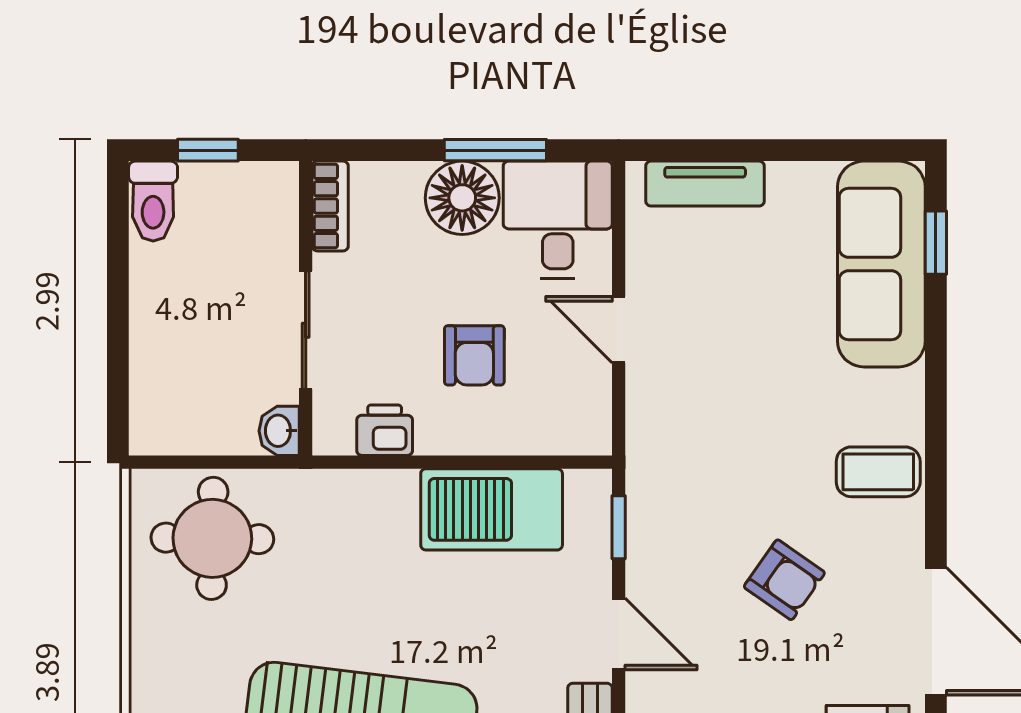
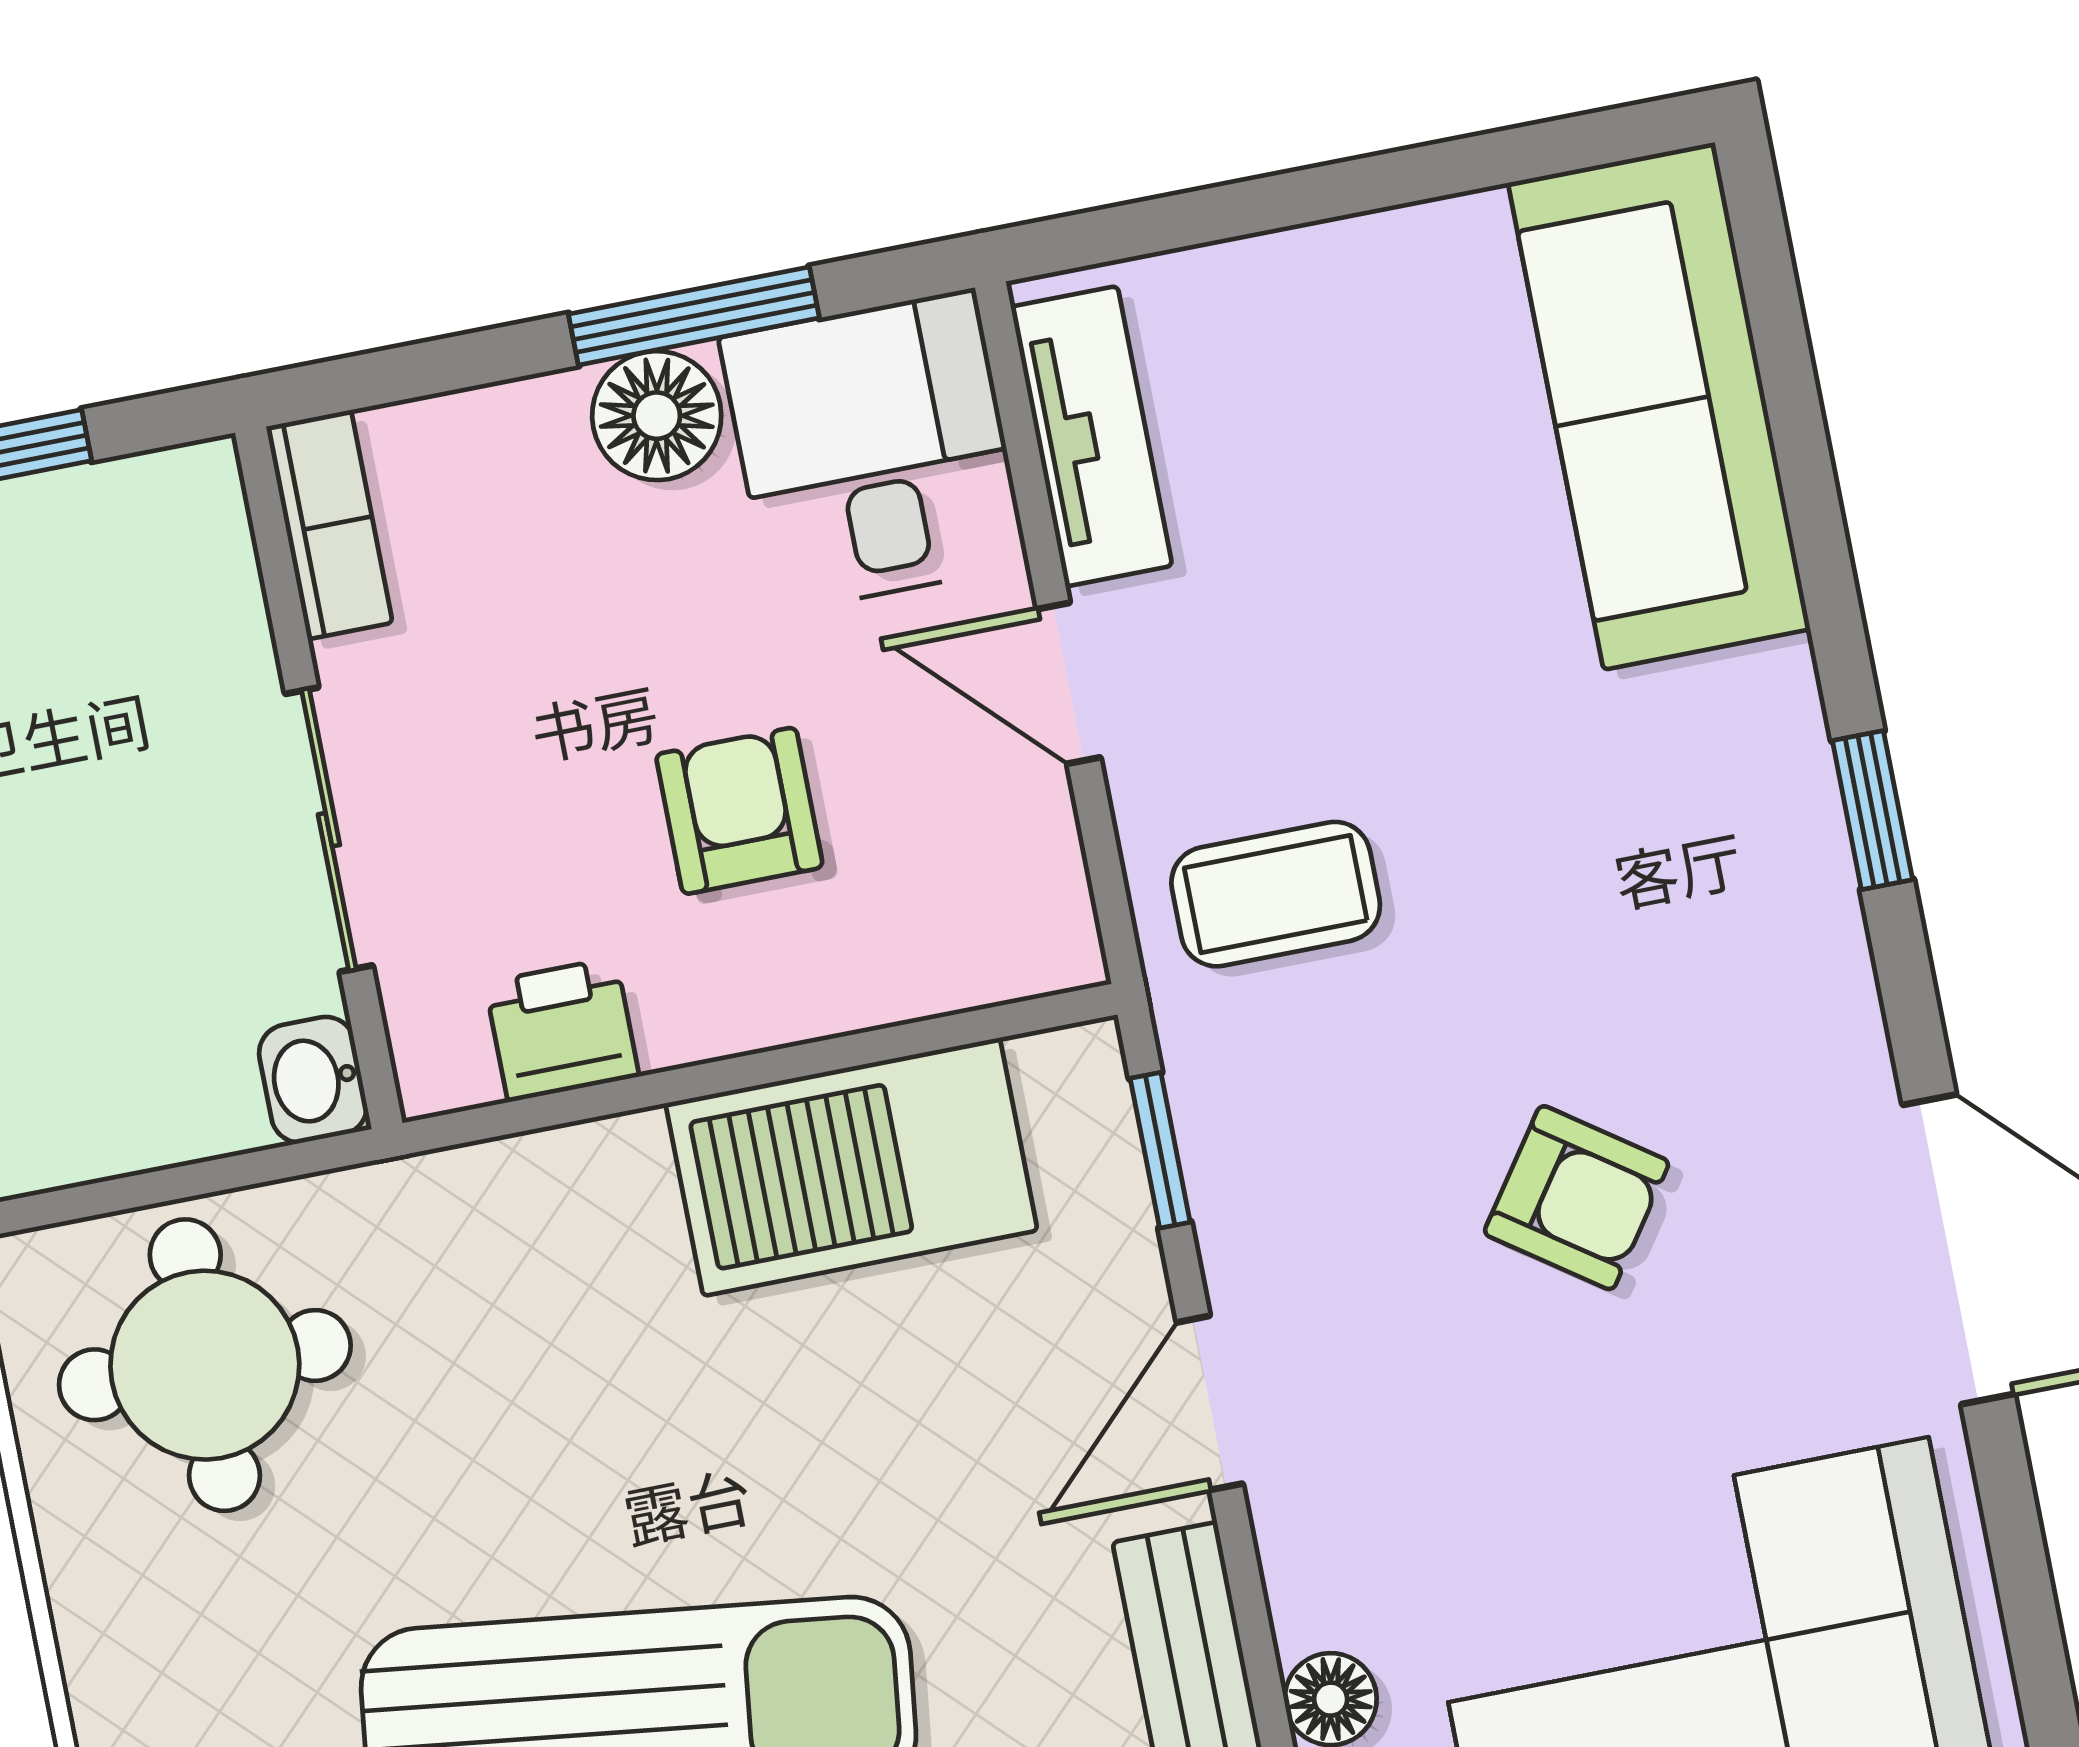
tv unit: (705, 184) -> (1092, 436), moved, turned -90
floor lamp: (462, 198) -> (657, 416), width x0.73, depth x0.73
window: (936, 243) -> (1872, 810), moved
armchair: (474, 355) -> (739, 811), turned 180
coffee table: (878, 472) -> (1276, 894), moved
door: (619, 634) -> (1210, 1403), swing flipped

